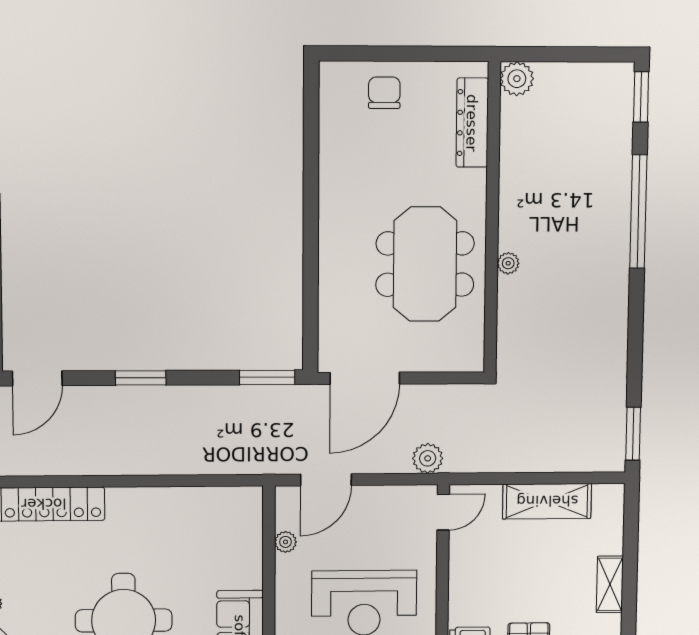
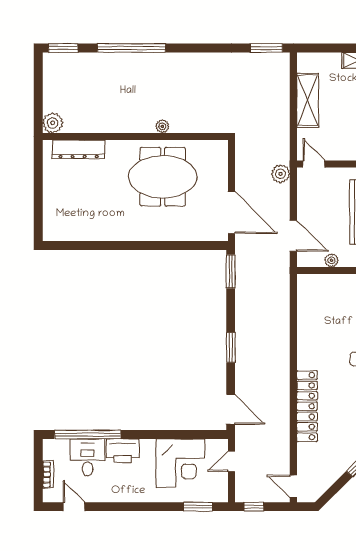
chair: (384, 93) -> (61, 202), removed

